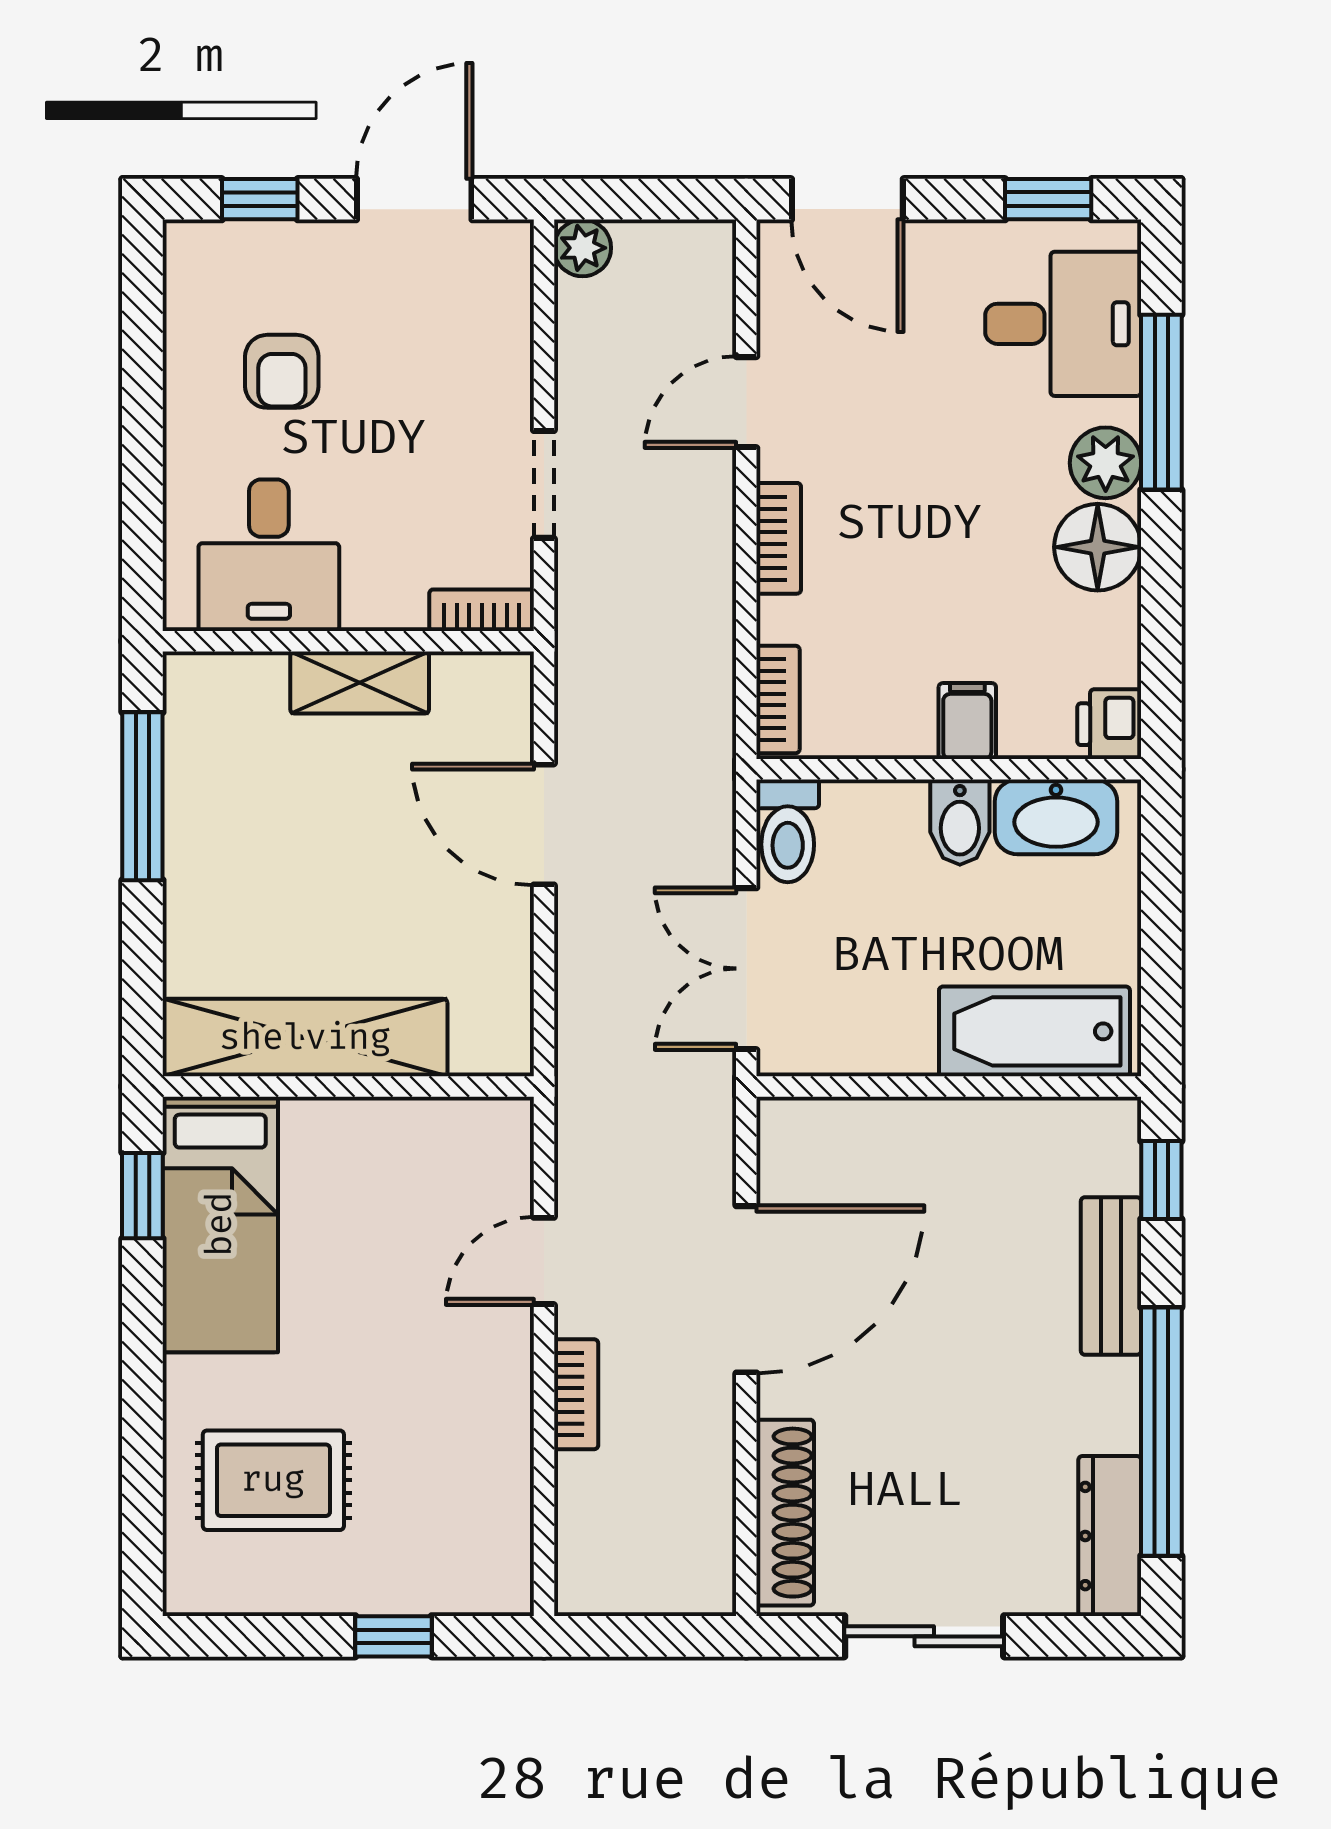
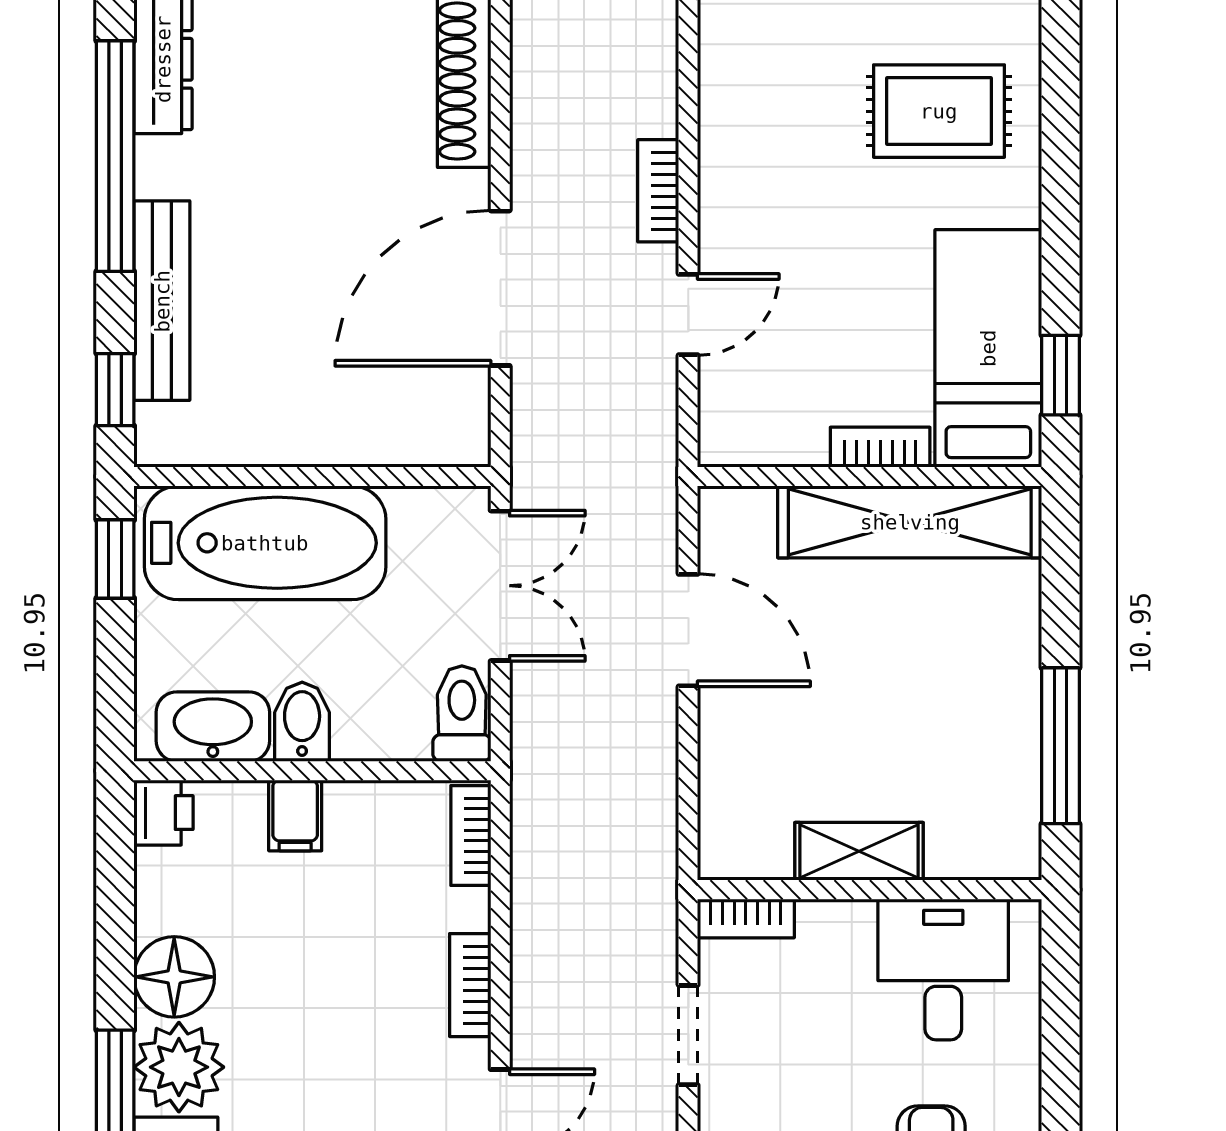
plant: (1106, 463) -> (179, 1067), width x1.36, depth x1.36
door: (544, 824) -> (688, 630), moved
window: (1161, 998) -> (115, 559), added
bathtub: (1034, 1031) -> (265, 543), width x1.36, depth x1.36
bookcase: (337, 1118) -> (880, 447), added
bench: (1111, 1276) -> (162, 301), width x1.36

